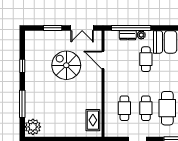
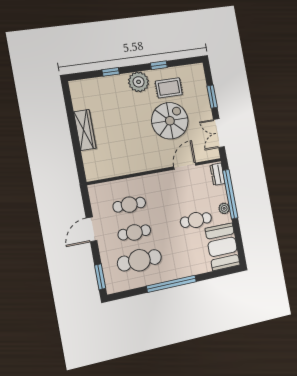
dresser: (128, 35) -> (217, 174), moved
window: (22, 104) -> (111, 72), width x0.46
rug: (93, 120) -> (169, 88), moved
plant: (33, 127) -> (139, 82), moved
wardrobe: (63, 131) -> (85, 130), added

